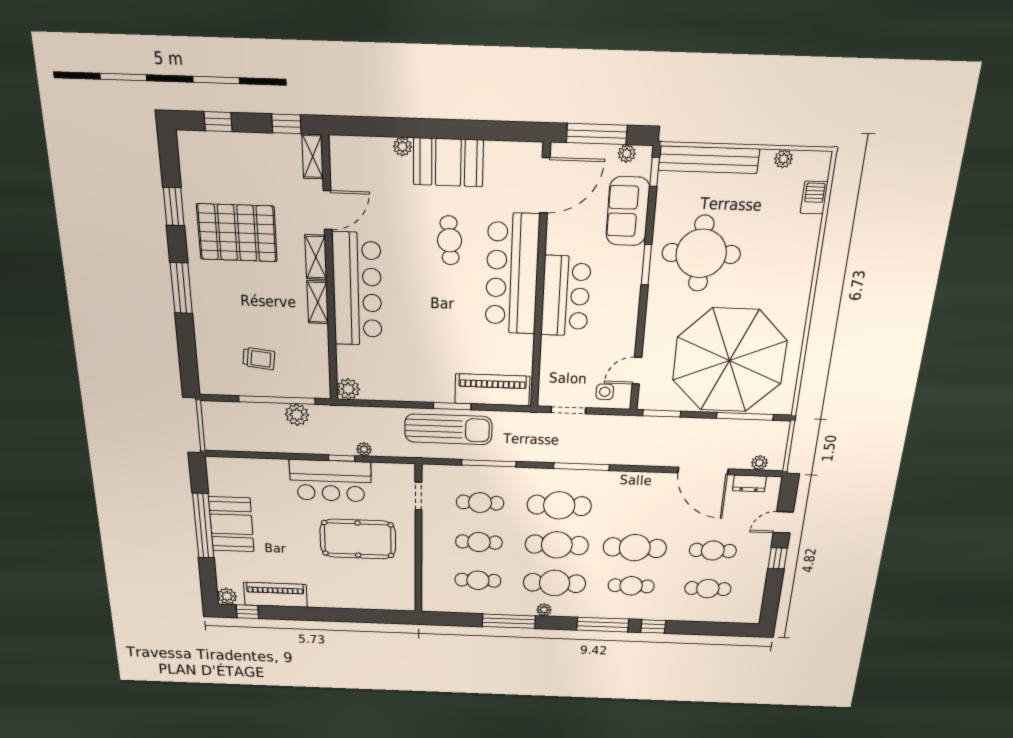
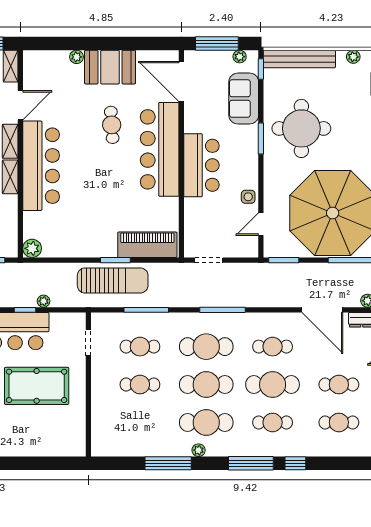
door: (545, 185) -> (181, 81), swing flipped
side table: (605, 392) -> (248, 197), moved
cafe table: (478, 580) -> (273, 347), moved

